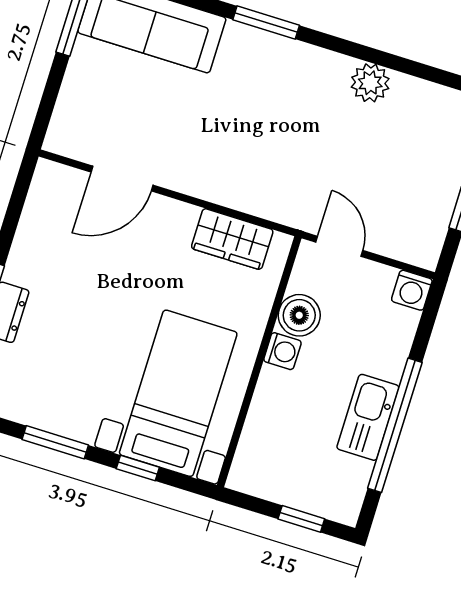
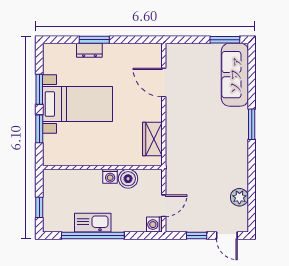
plant: (370, 83) -> (239, 197), moved
door: (339, 246) -> (164, 206), moved
bed with nightstands: (178, 393) -> (77, 104), moved
window: (138, 468) -> (39, 129), width x1.50

